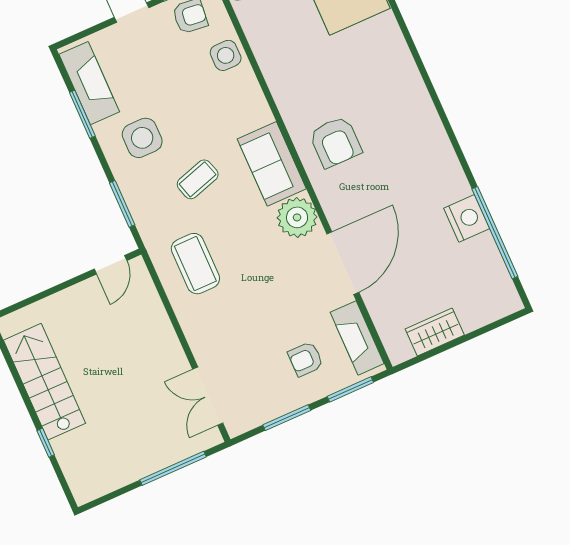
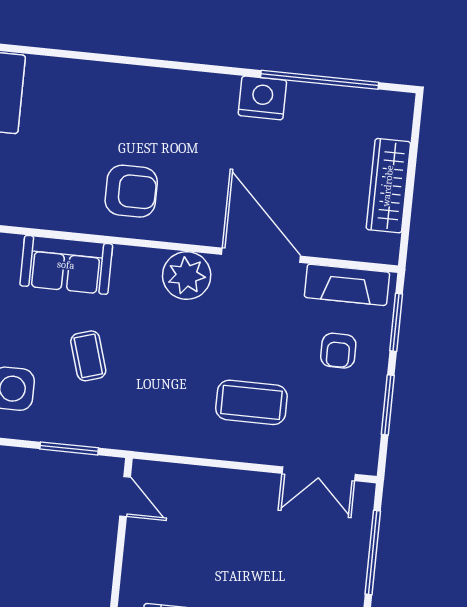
sofa: (272, 164) -> (66, 265), moved
nightstand: (467, 218) -> (262, 98), moved
coffee table: (195, 264) -> (251, 402), moved
wardrobe: (435, 332) -> (388, 186), width x1.50

